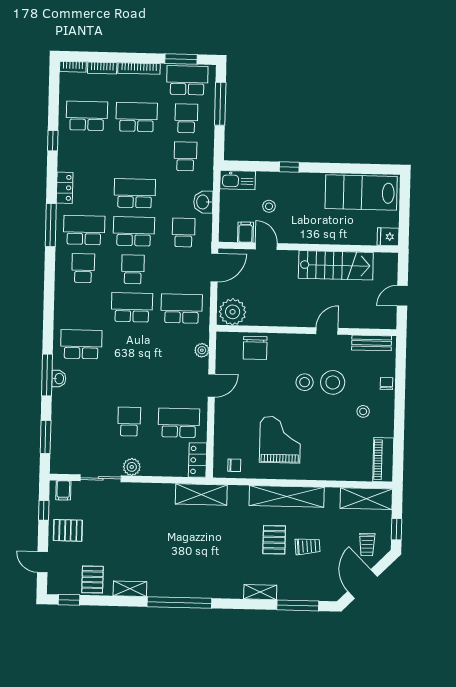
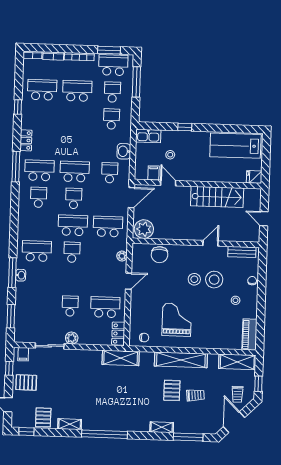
school desk: (135, 193) -> (72, 252), moved, width x0.54
door: (402, 296) -> (264, 219), hinge flipped

